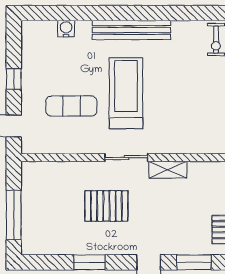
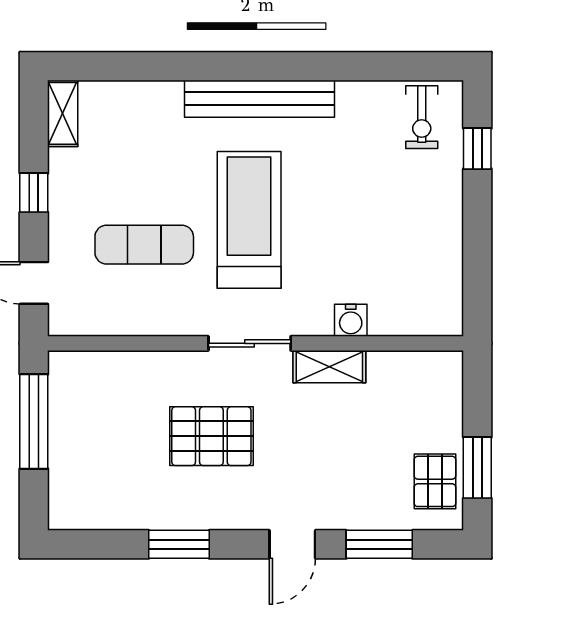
water cooler: (66, 29) -> (351, 320), moved, turned 180
shelving: (29, 38) -> (63, 113), added
window: (14, 215) -> (34, 421), moved

